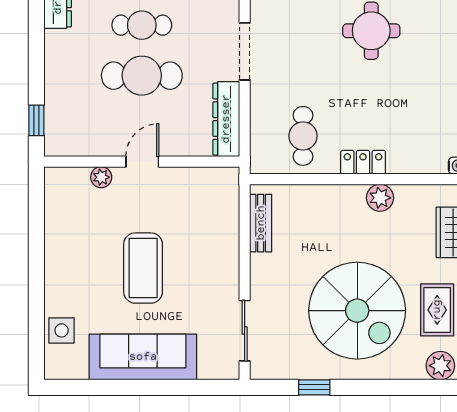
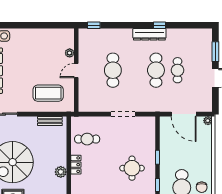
cafe table: (142, 25) -> (134, 70), removed
dresser: (226, 119) -> (94, 106), removed
door: (142, 162) -> (76, 70), swing flipped
coffee table: (143, 268) -> (48, 93), moved

